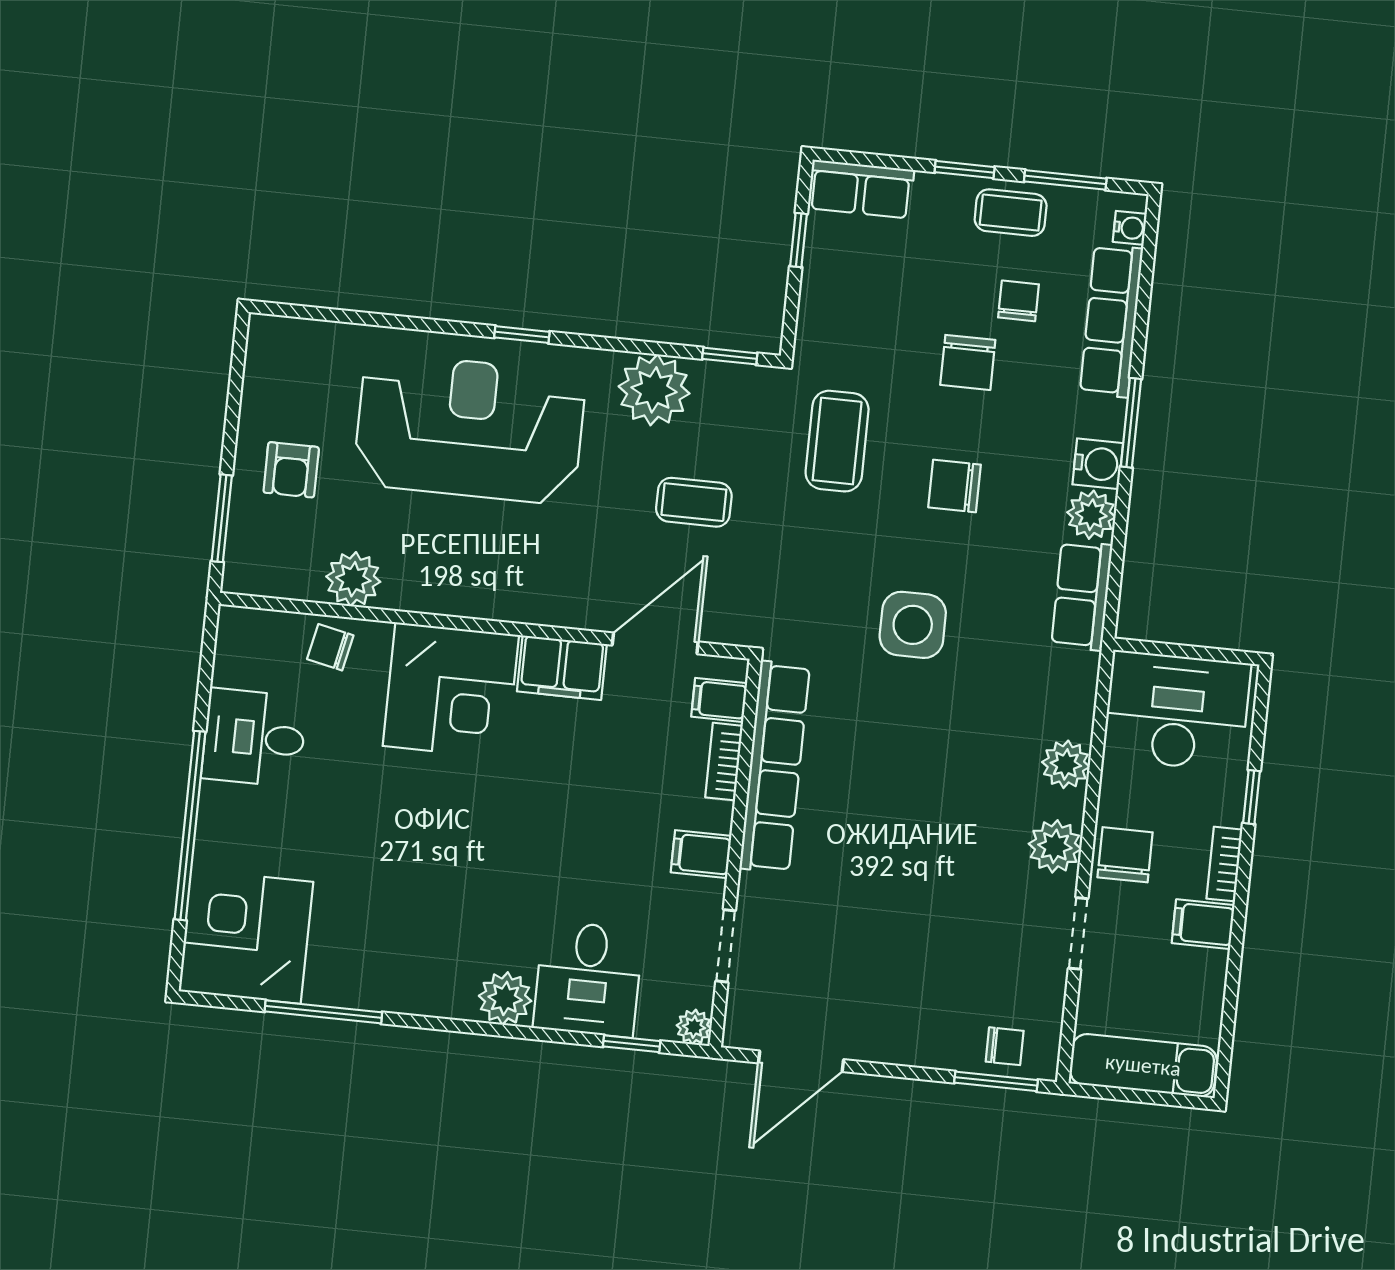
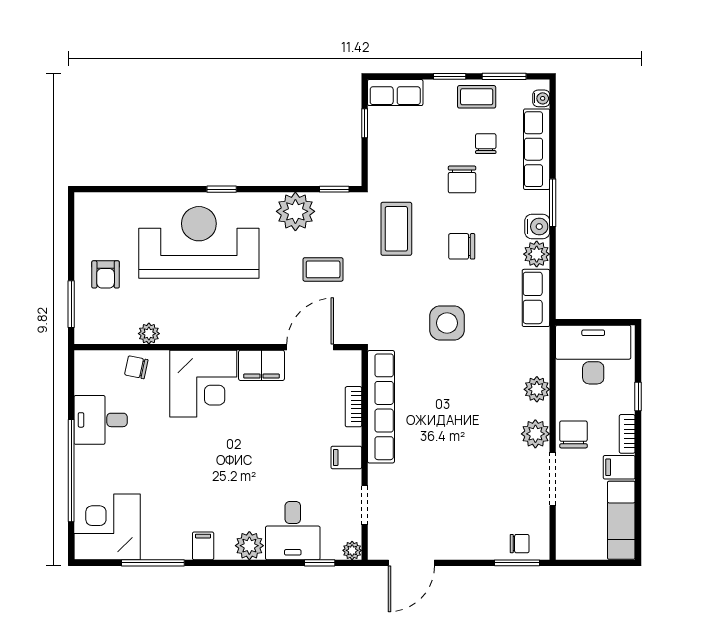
plant: (353, 579) -> (149, 334), width x0.73, depth x0.73
filing cabinet: (719, 700) -> (203, 546), moved, turned 90
doorway: (1078, 933) -> (553, 479), width x1.38
exam couch: (1143, 1065) -> (621, 520), moved, turned -90

